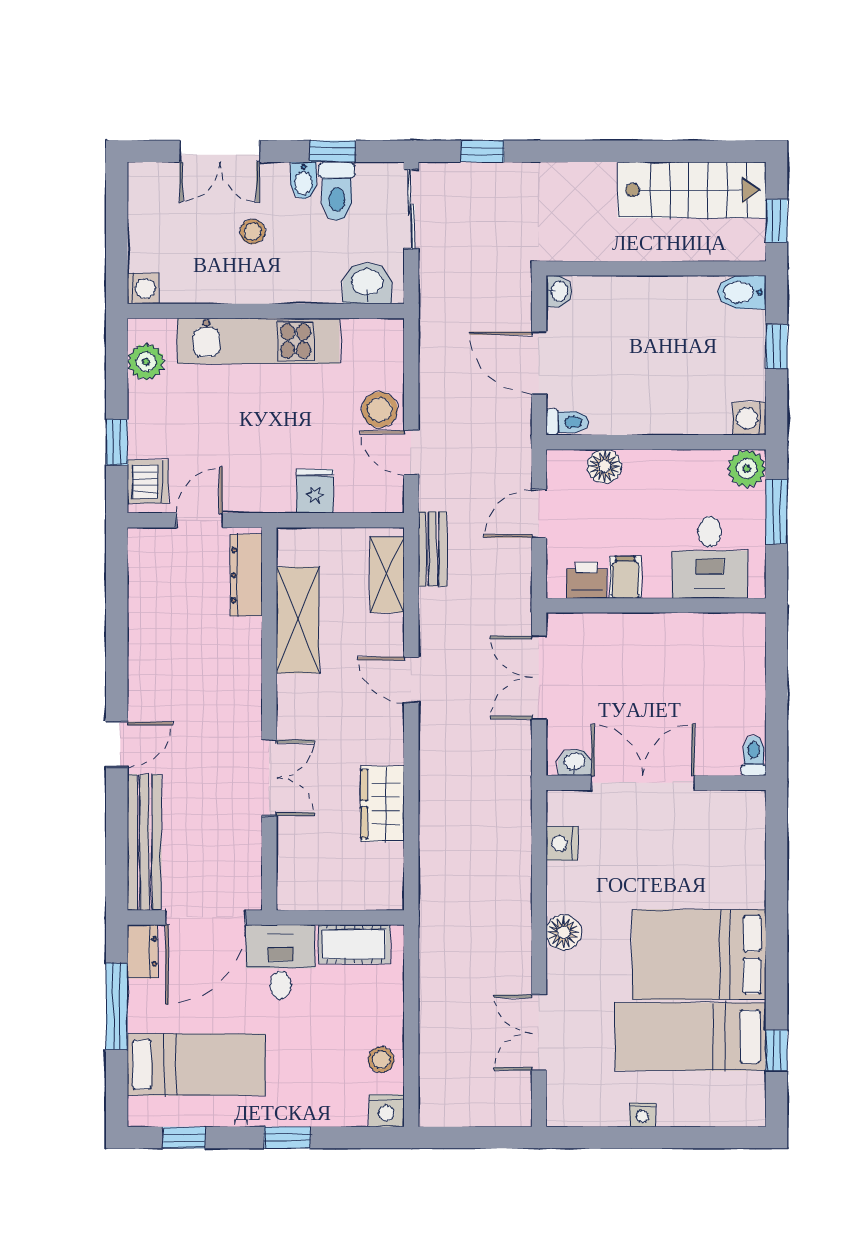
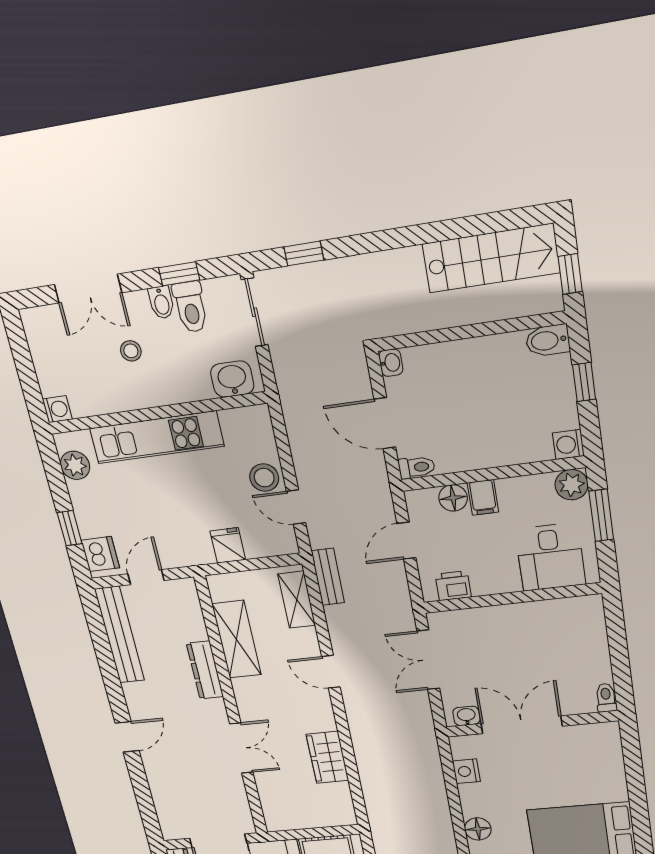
dresser: (246, 575) -> (205, 670), moved
filing cabinet: (625, 577) -> (483, 497), moved, turned 180
bench: (144, 842) -> (120, 635), moved

